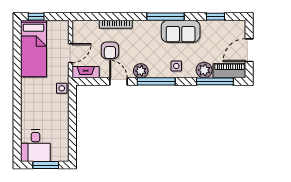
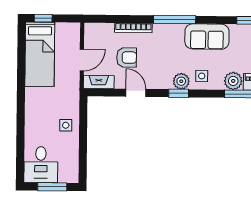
window: (166, 17) -> (175, 20), moved
armchair: (110, 50) -> (127, 57), turned -90
plant: (141, 71) -> (181, 81), moved
window: (156, 81) -> (179, 93), width x0.46
side table: (62, 88) -> (66, 125), moved

